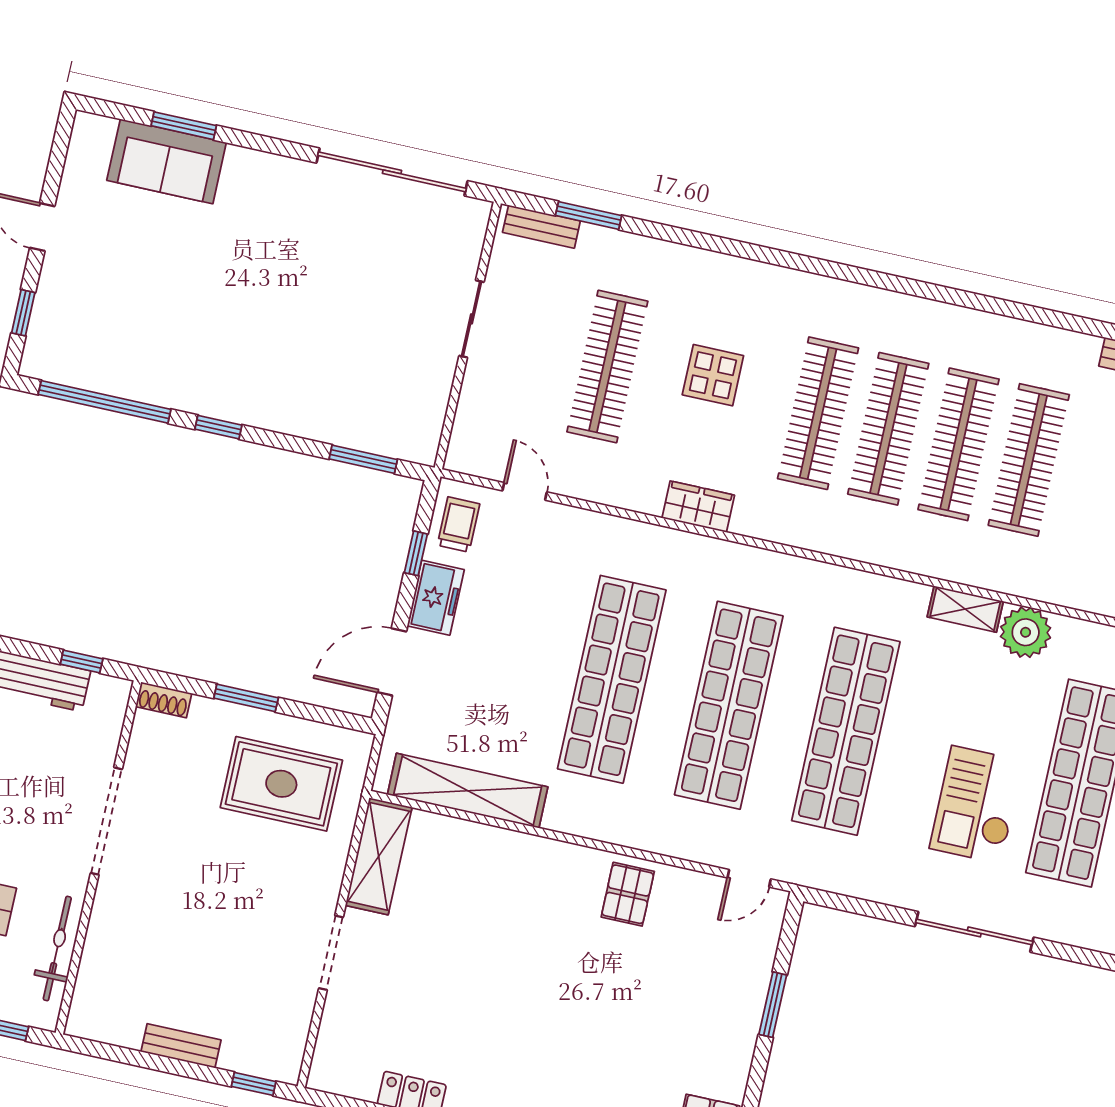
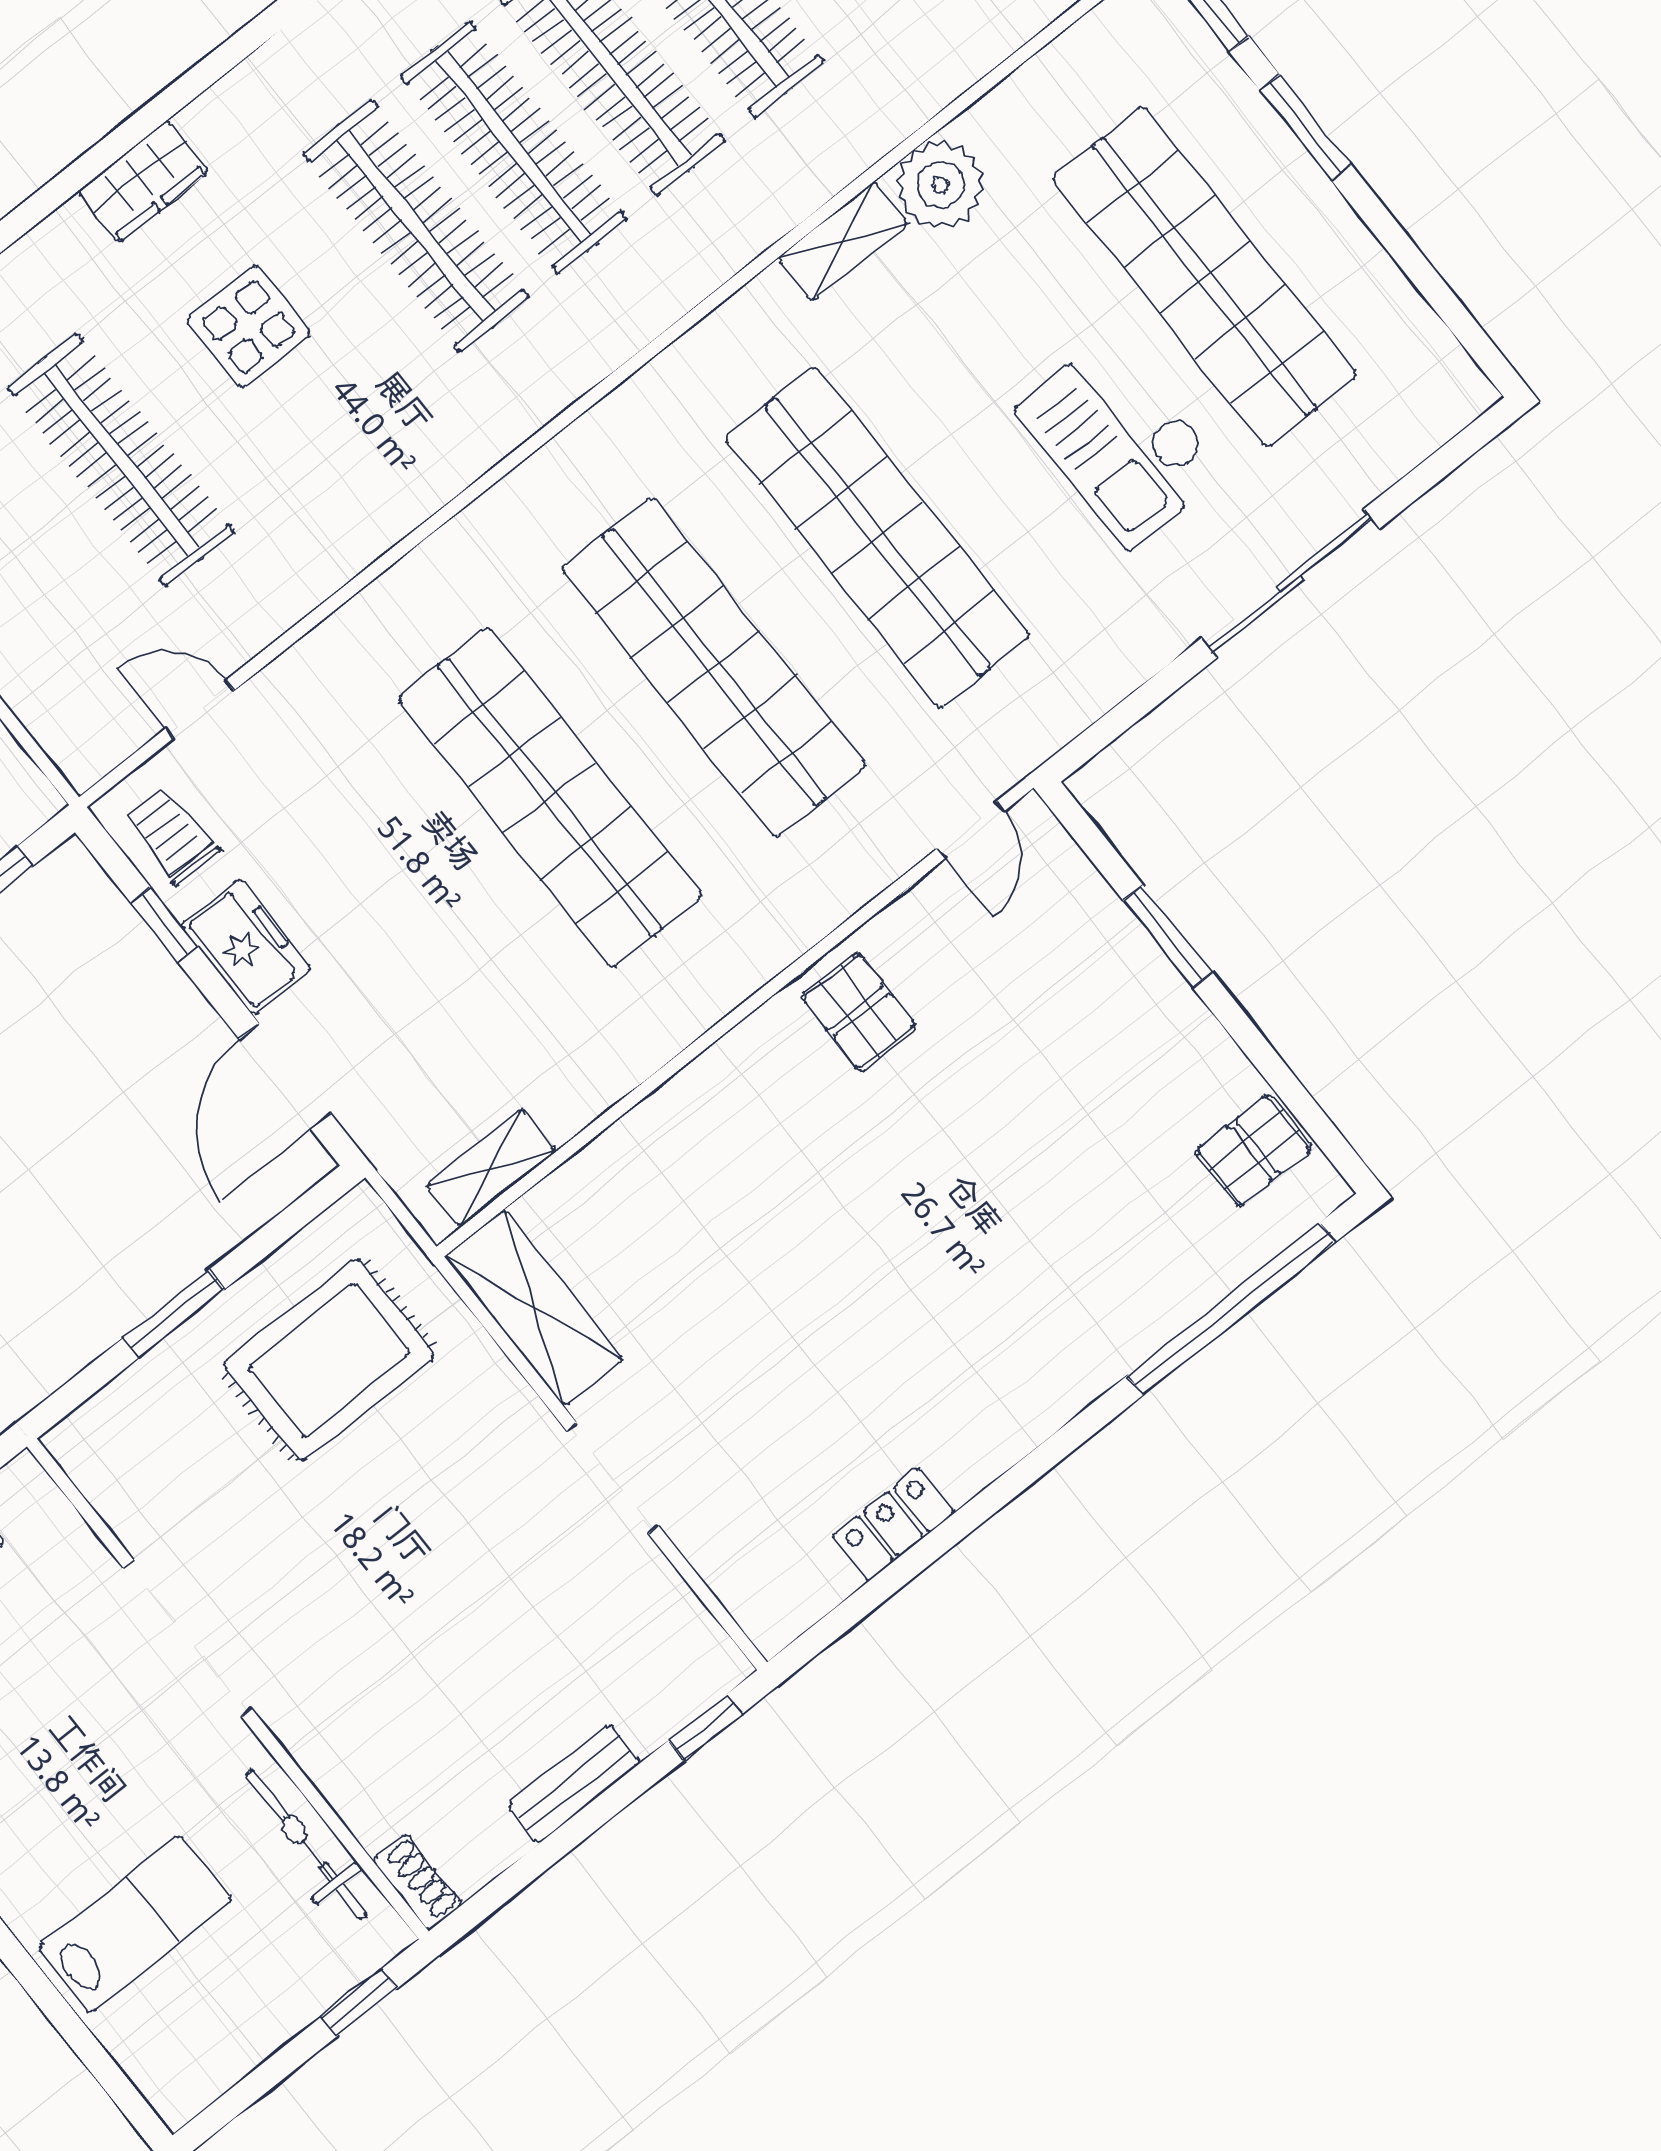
wardrobe: (698, 507) -> (143, 182), moved, turned 180
shoe rack: (164, 700) -> (418, 1882), moved, turned -90
shelving: (468, 791) -> (491, 1168), width x0.45, depth x0.75

